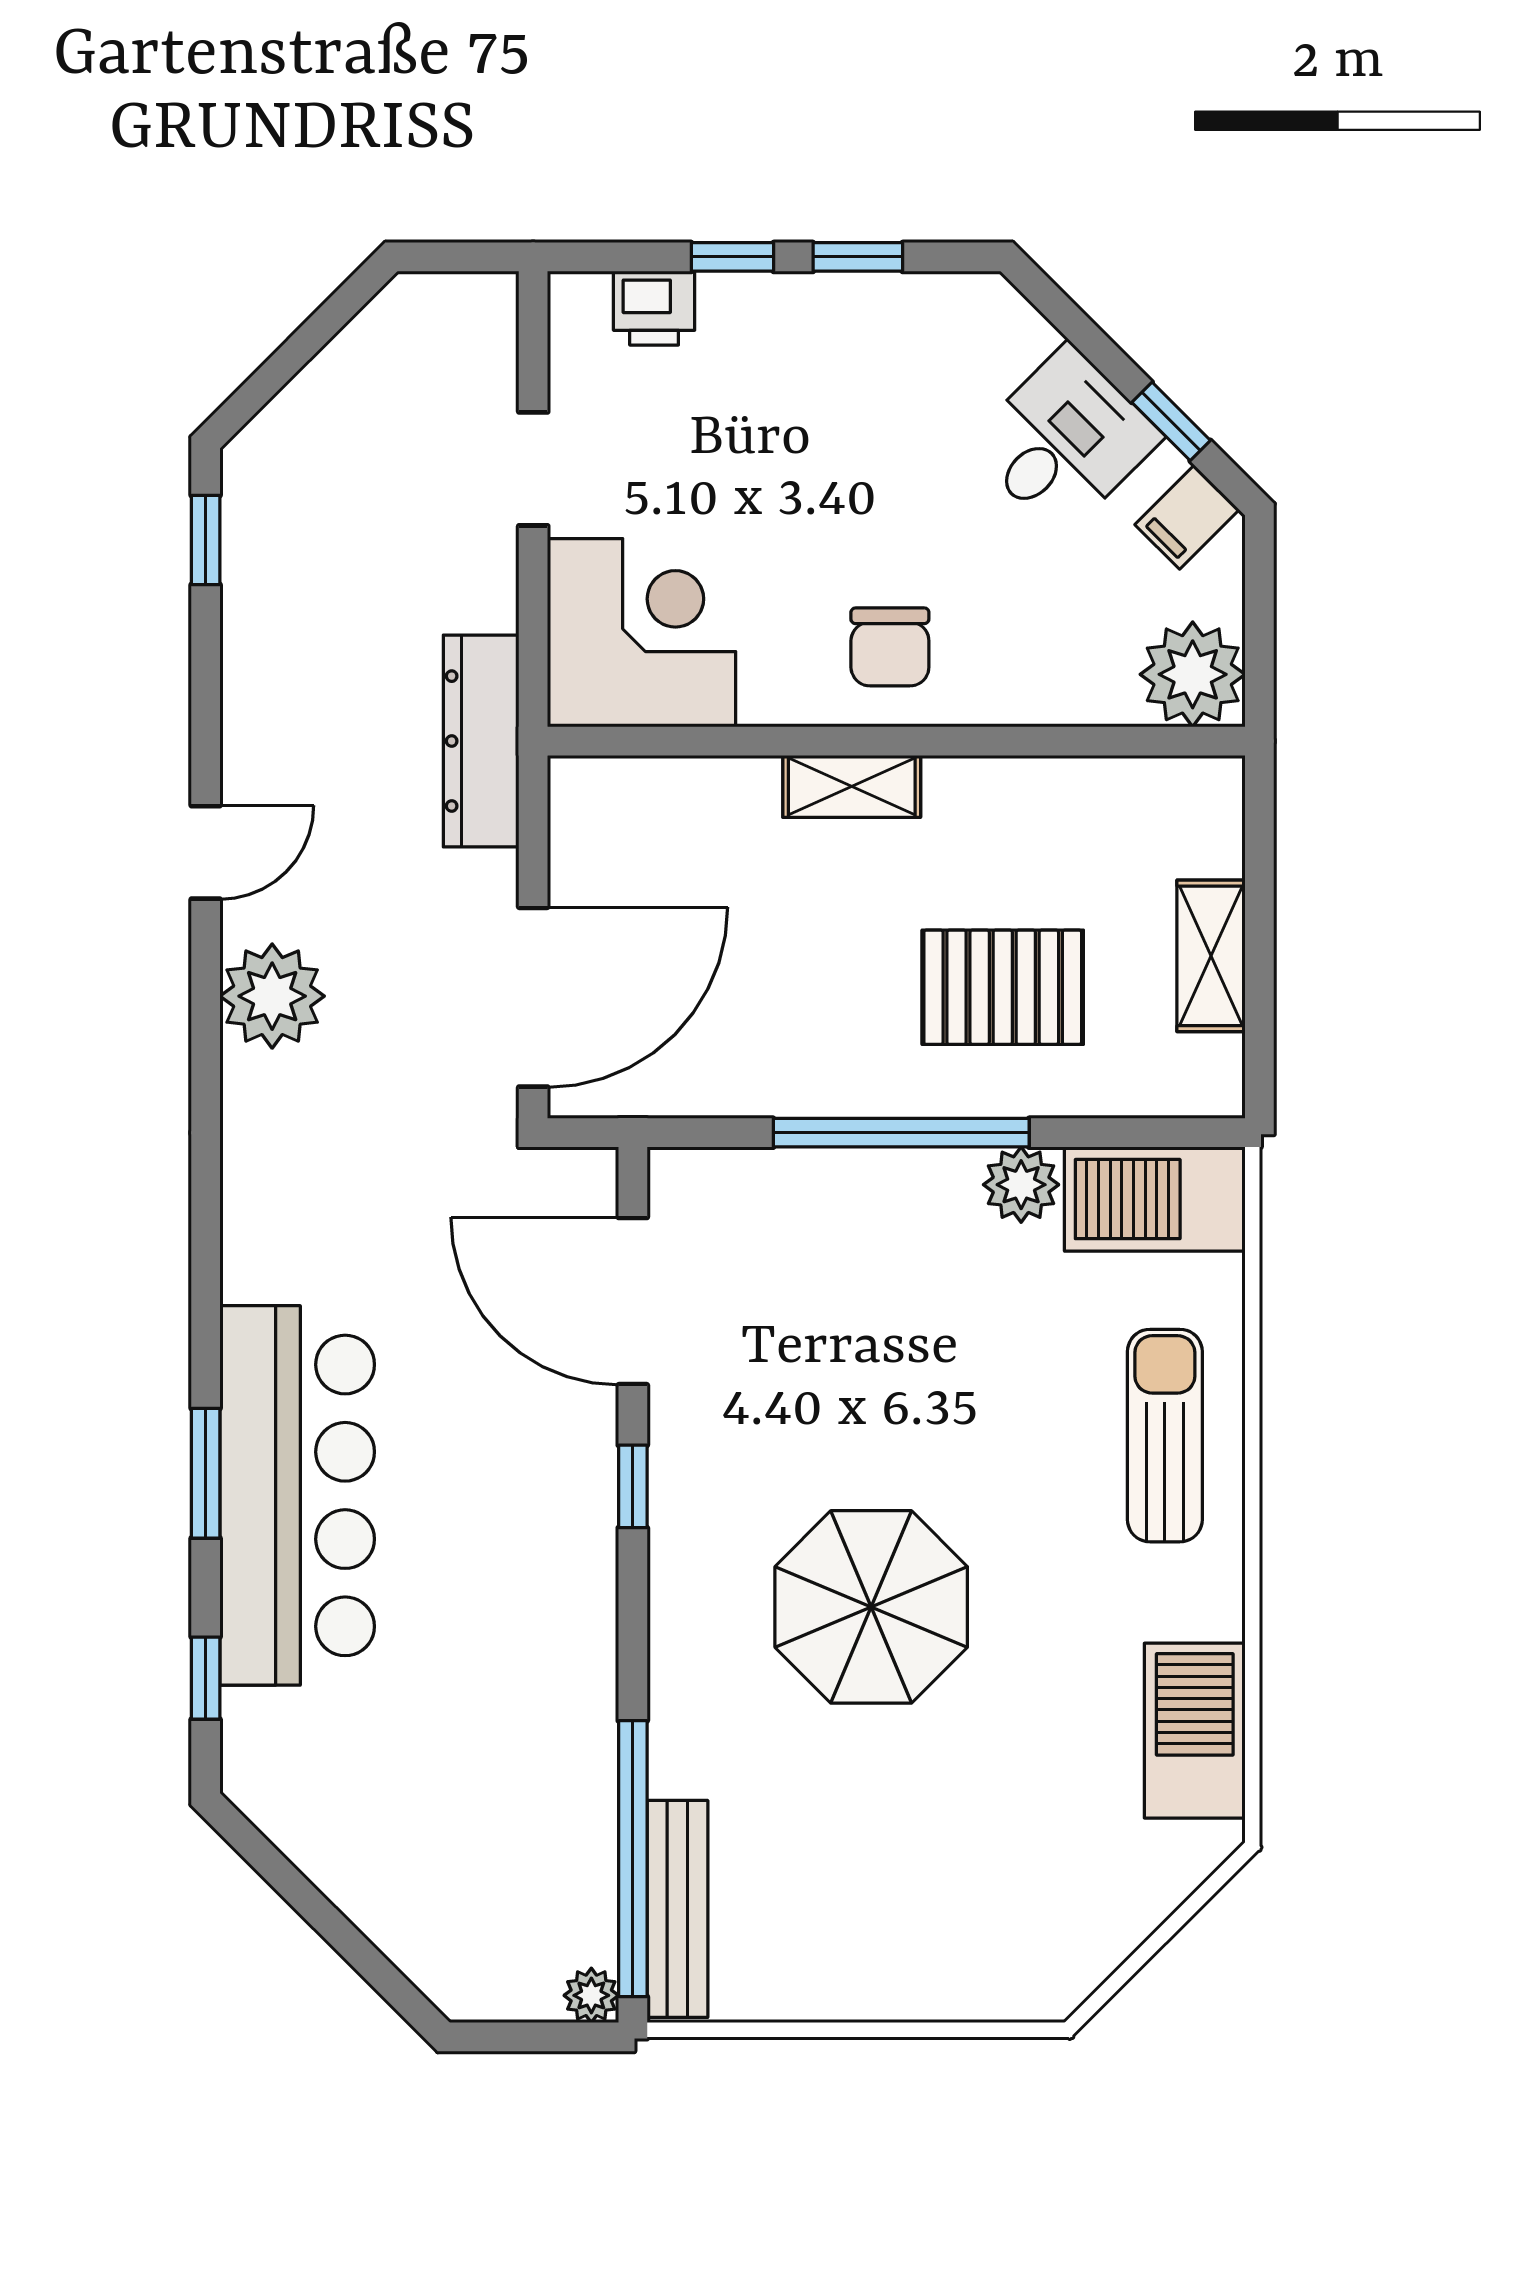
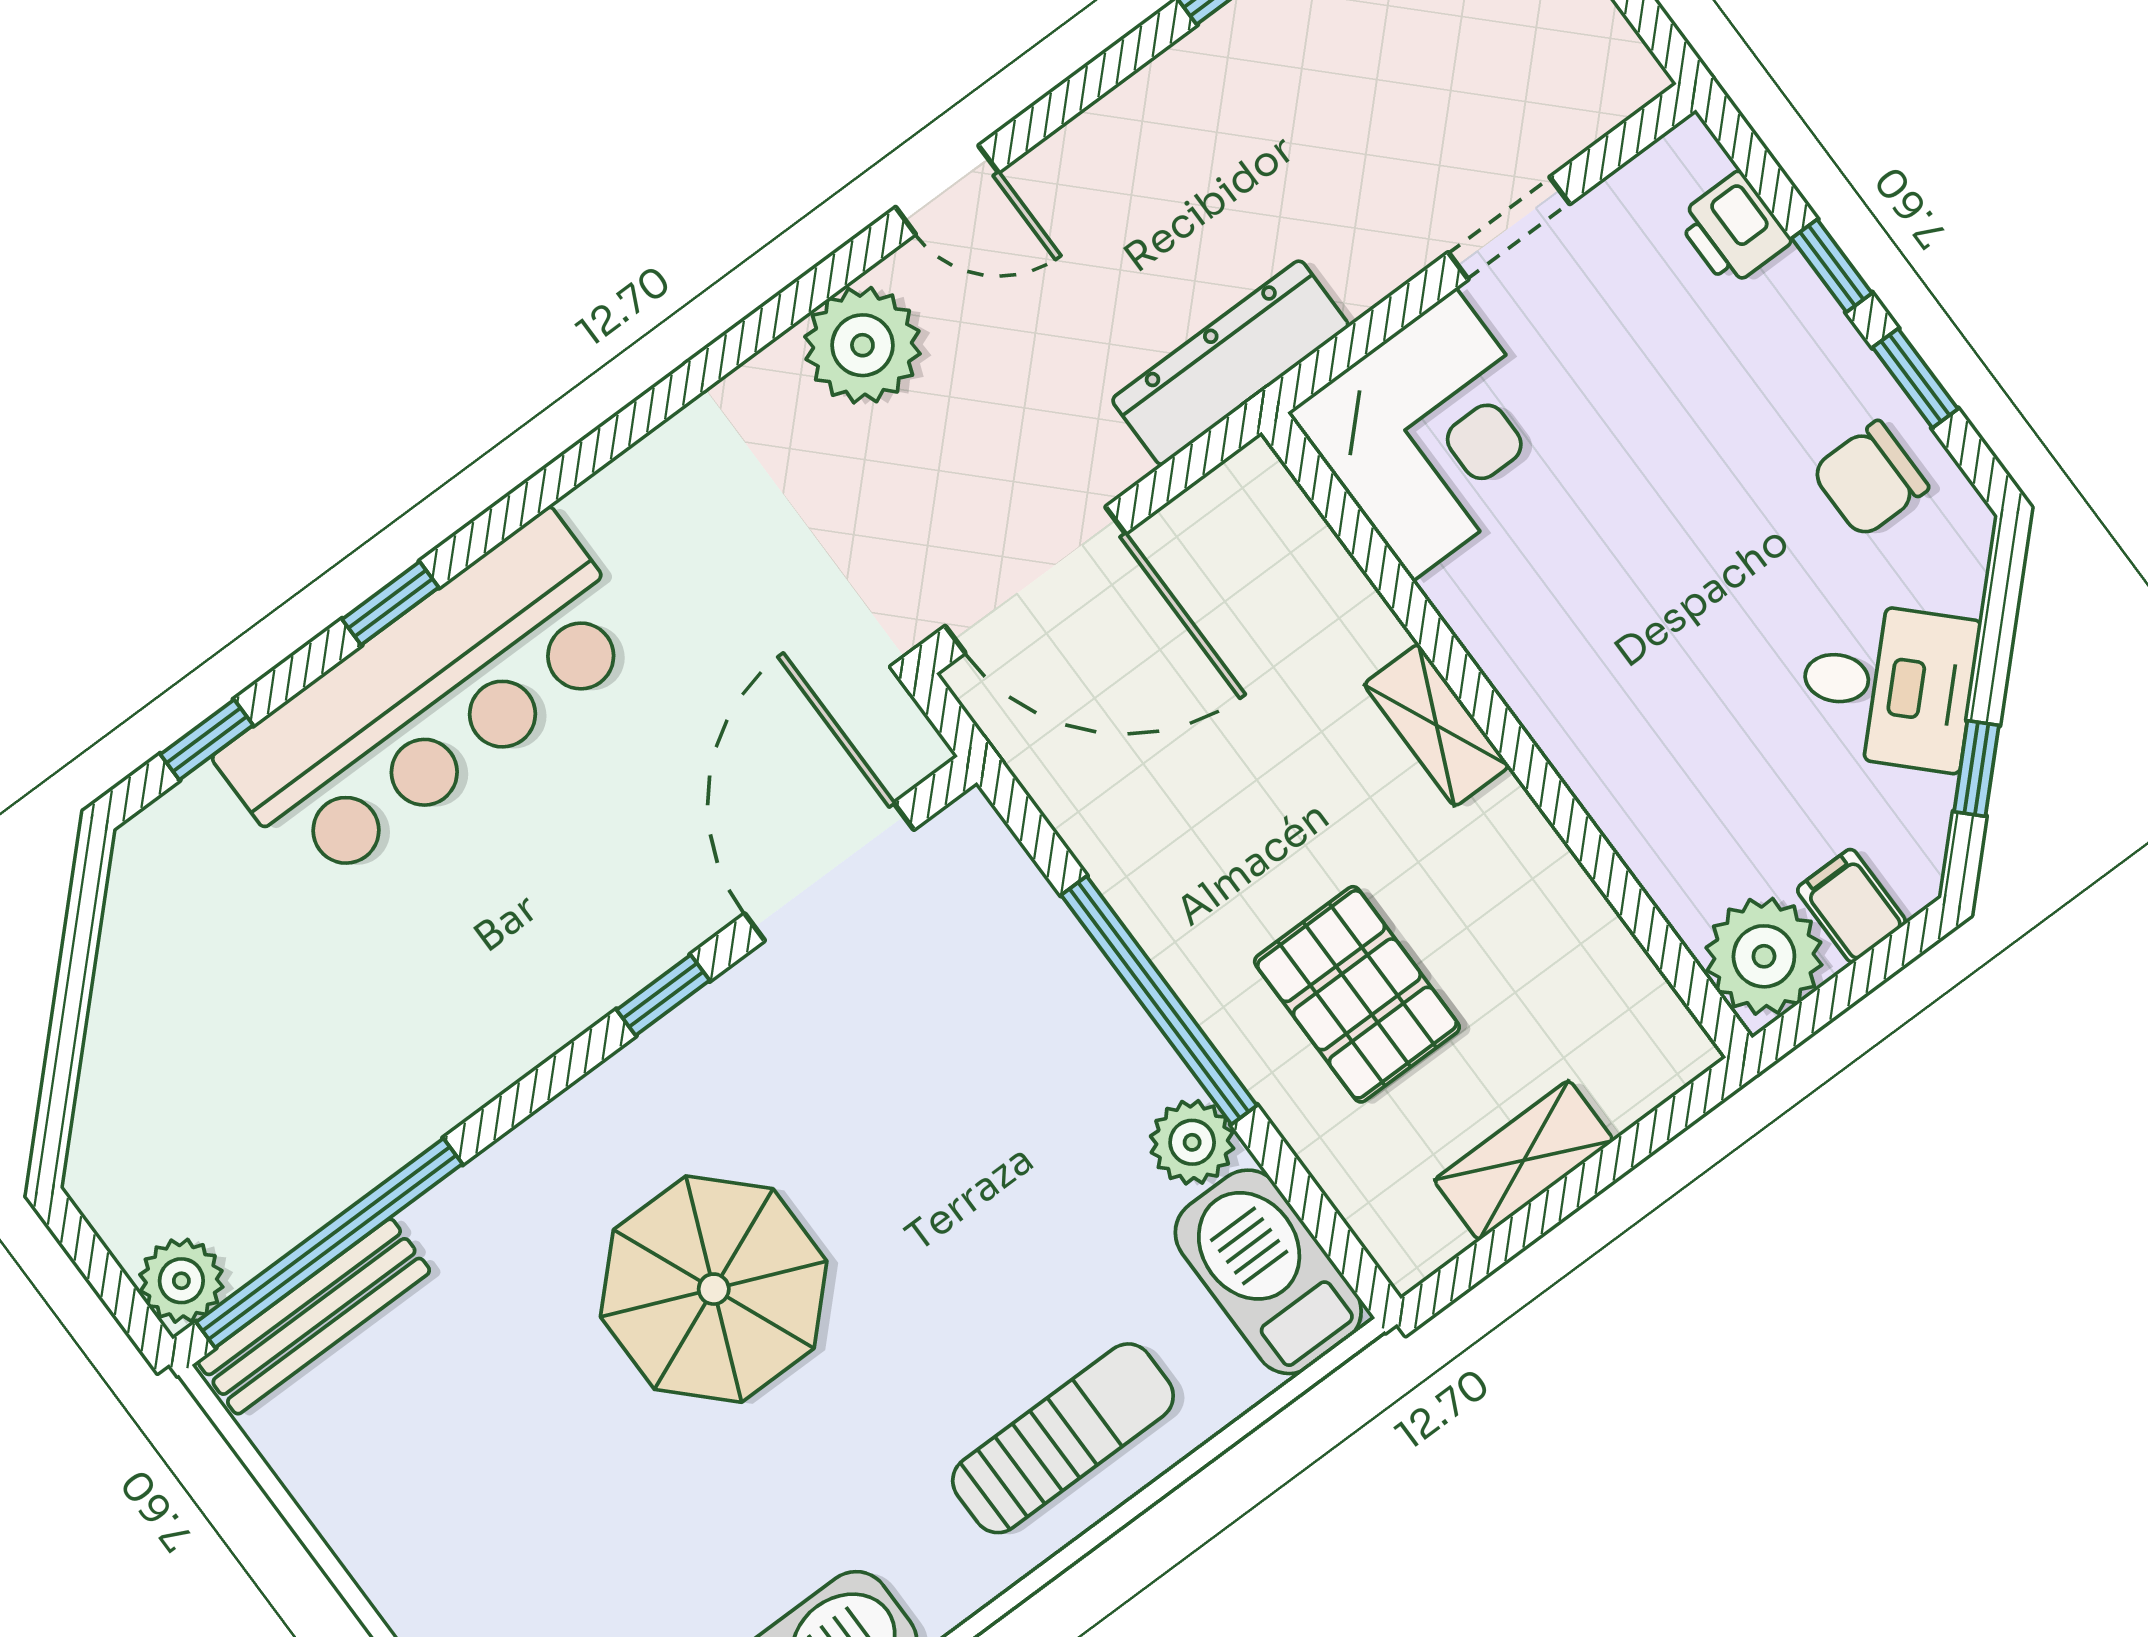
filing cabinet: (1187, 517) -> (1851, 906), moved, turned 45
chair: (890, 647) -> (1870, 479), moved
window: (206, 1473) -> (390, 603), width x0.67
plant: (591, 1995) -> (181, 1281), width x1.38, depth x1.38

